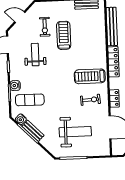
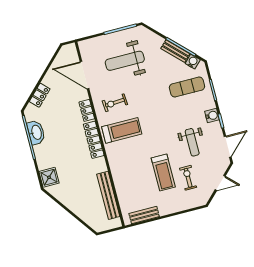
locker: (113, 62) -> (94, 140), moved
water cooler: (15, 86) -> (212, 116), moved

